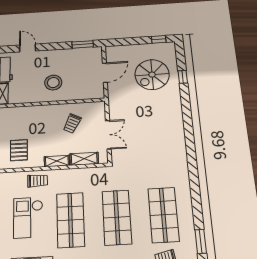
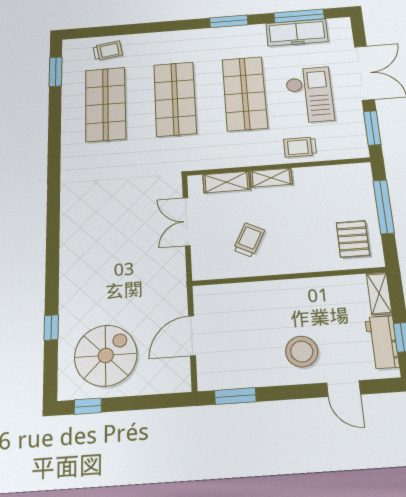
spiral stairs: (152, 75) -> (106, 355), moved
stool: (53, 83) -> (302, 351), moved
pallet: (19, 150) -> (353, 239), moved

